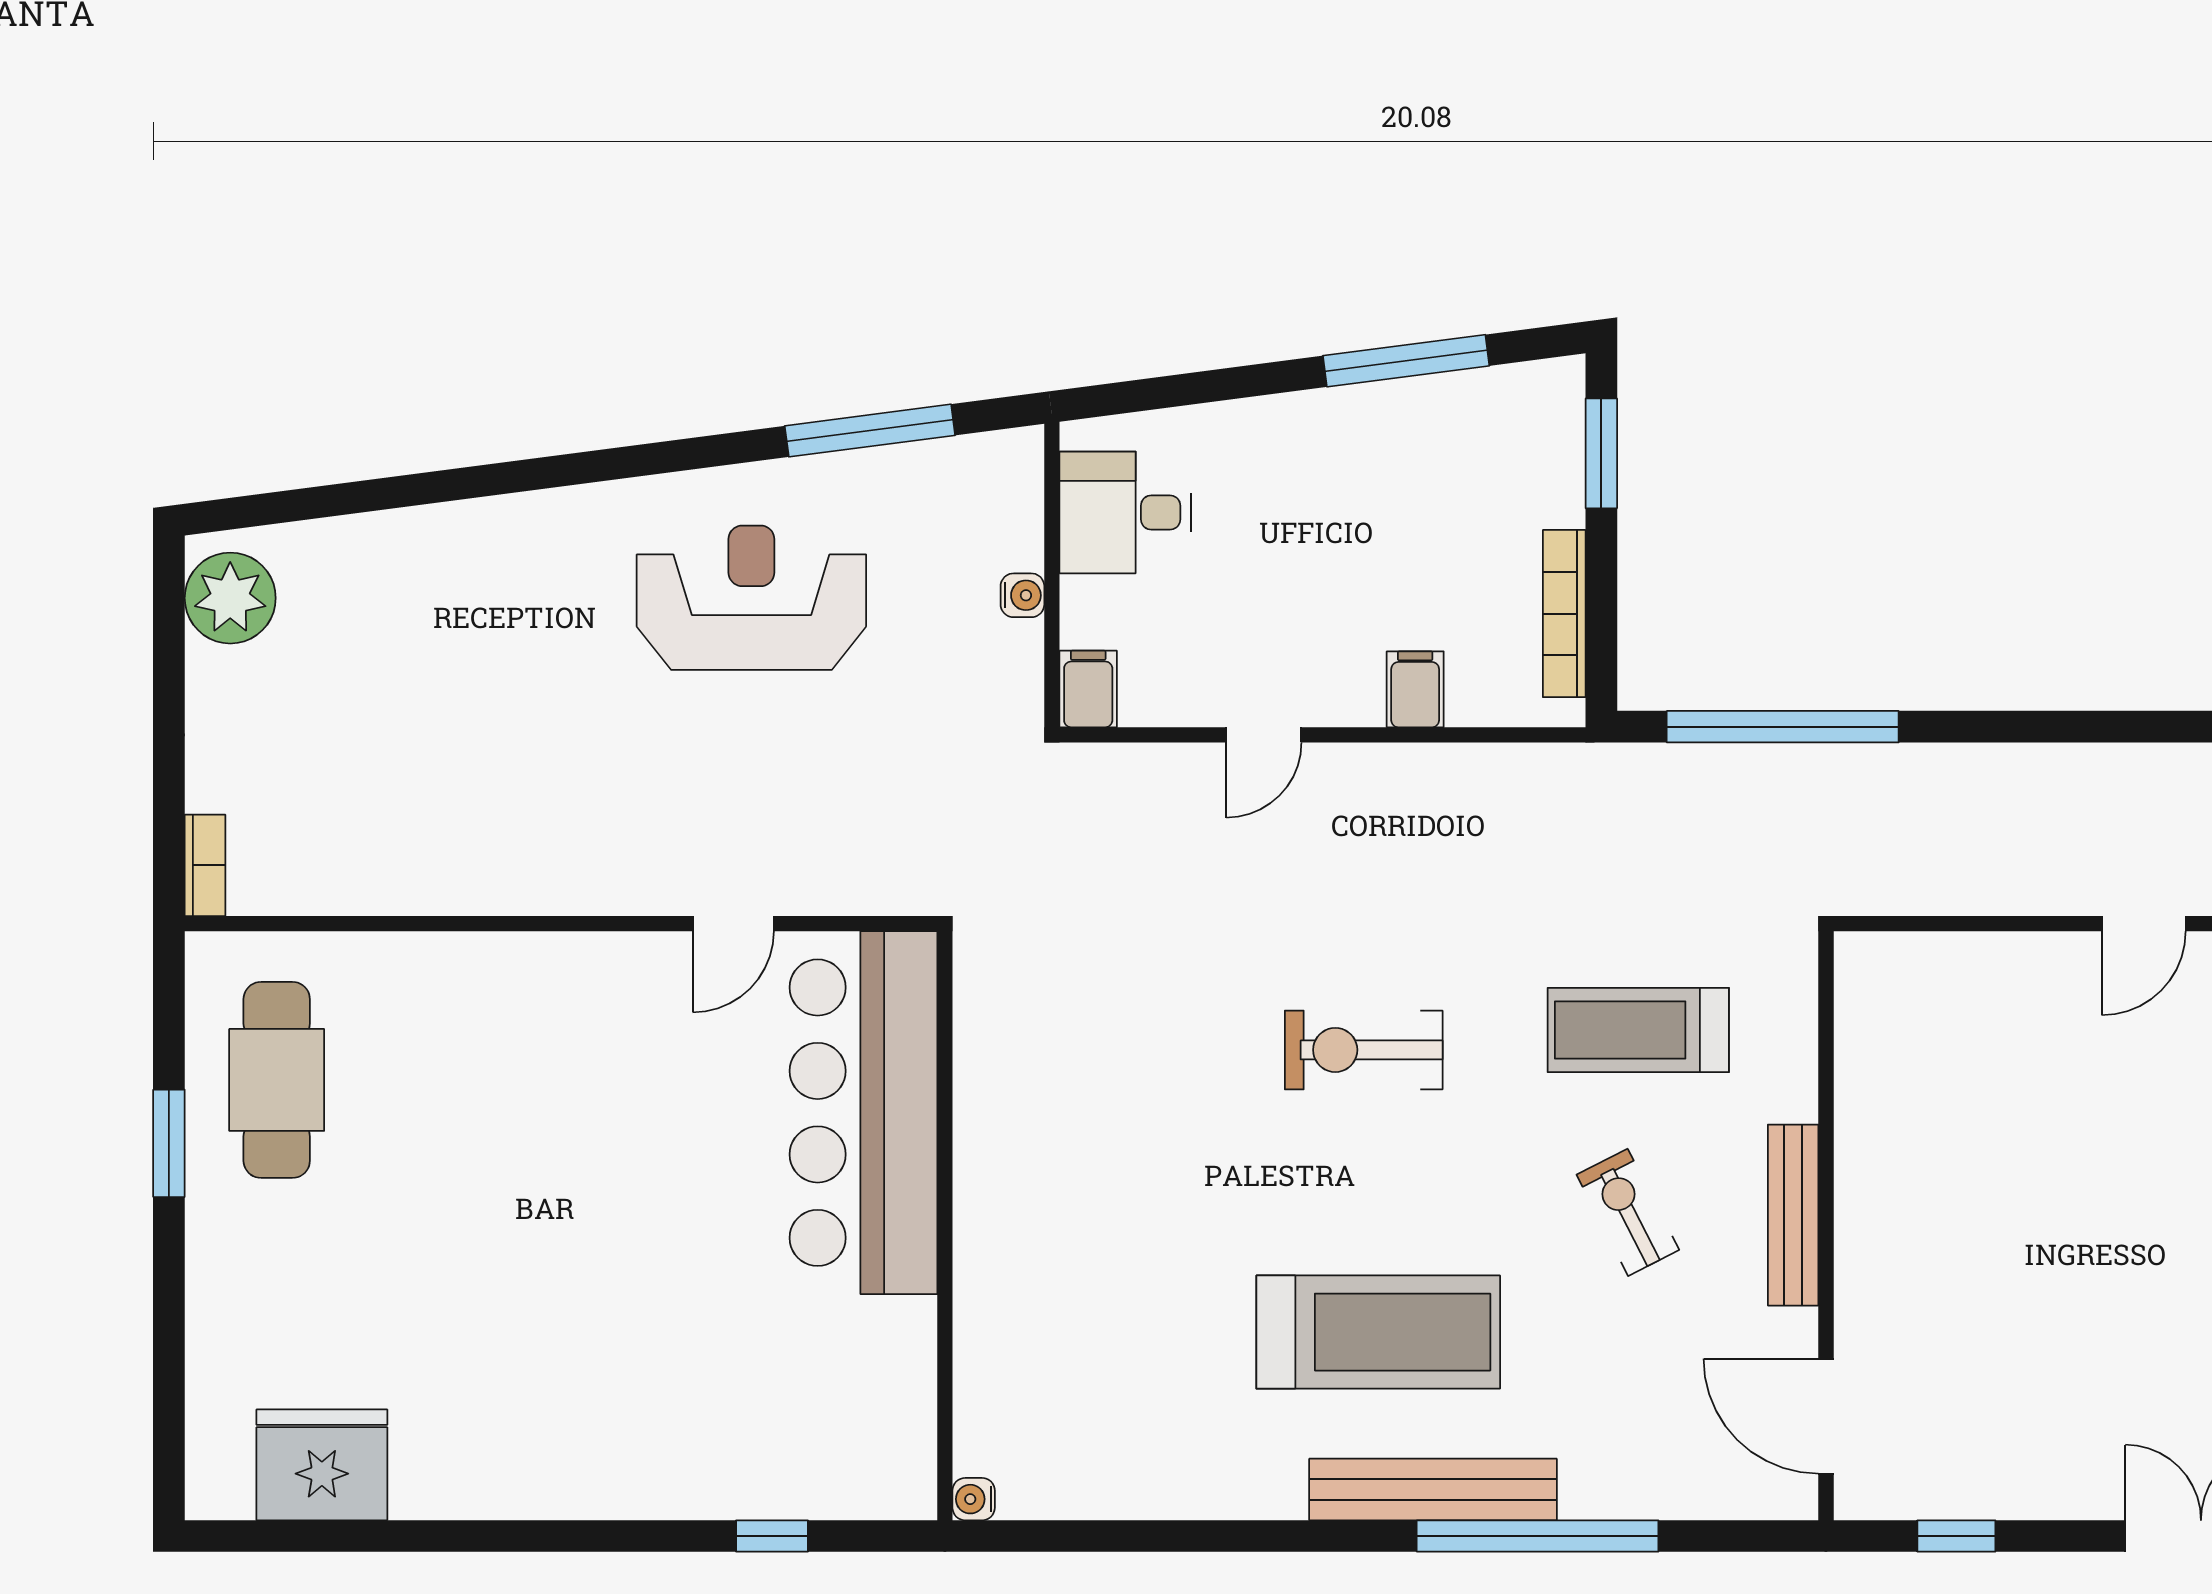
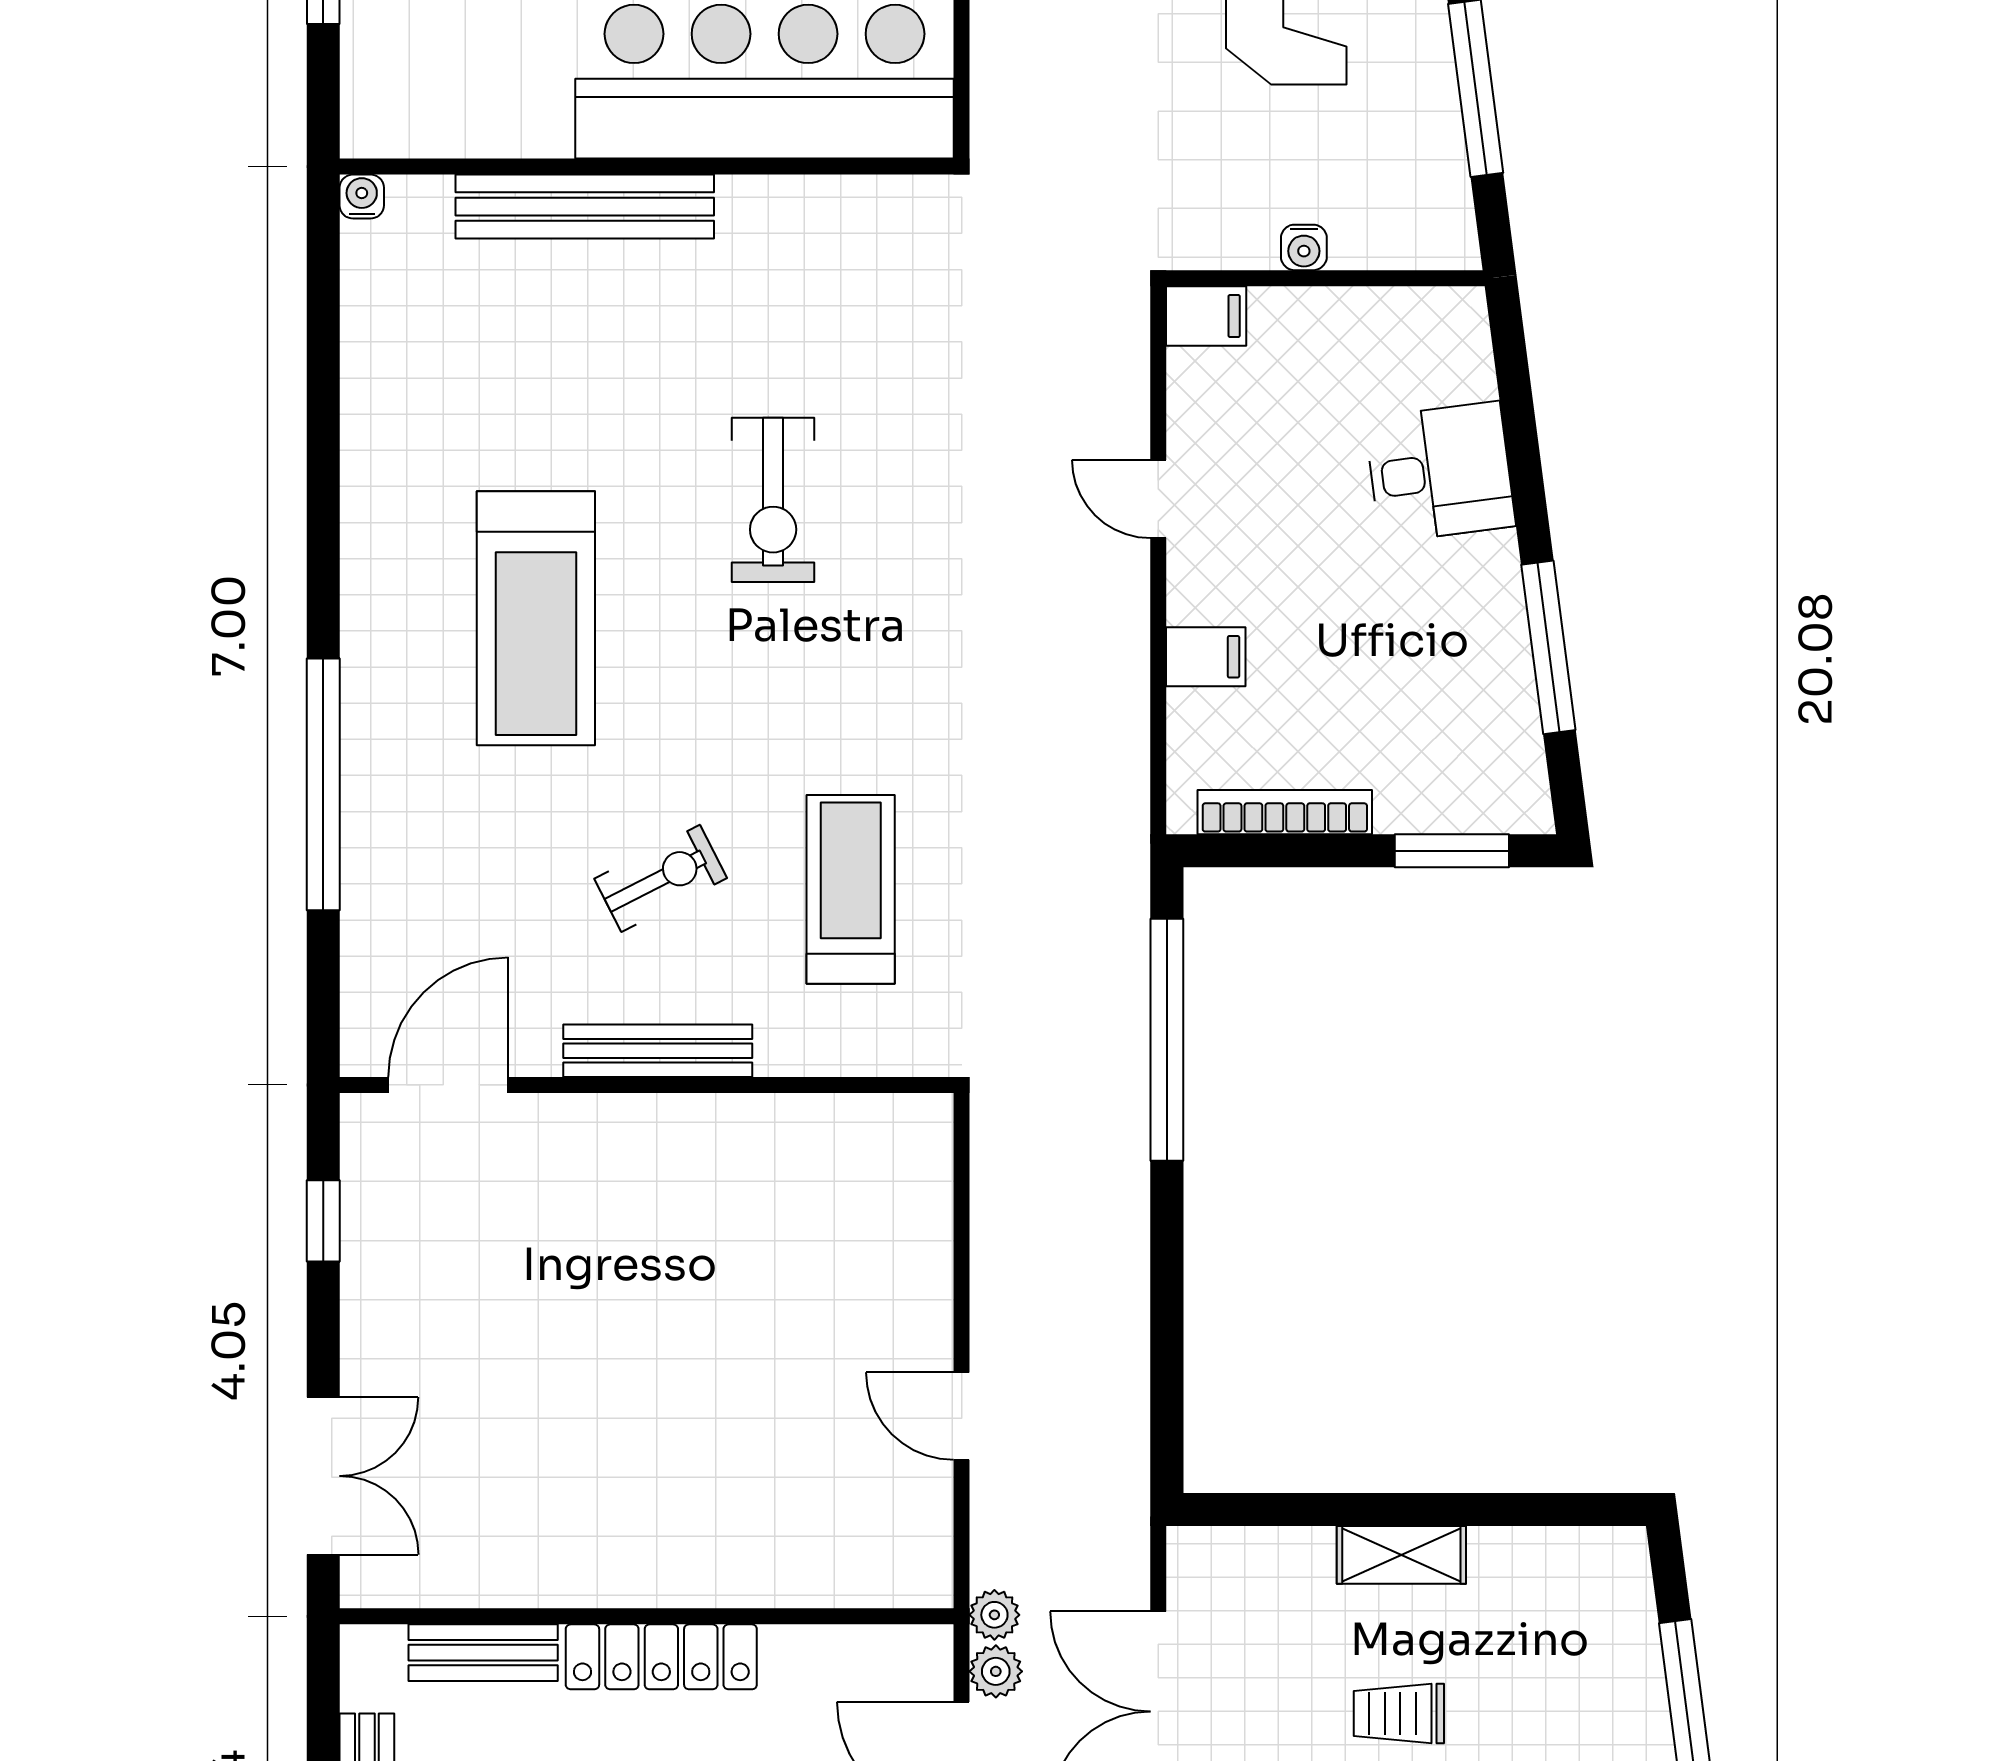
desk: (1125, 512) -> (1440, 472), moved, turned 83
exercise bike: (1364, 1050) -> (773, 500), moved, turned 180
bench: (1433, 1489) -> (585, 207), moved, turned 90

